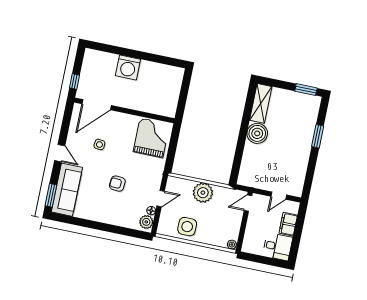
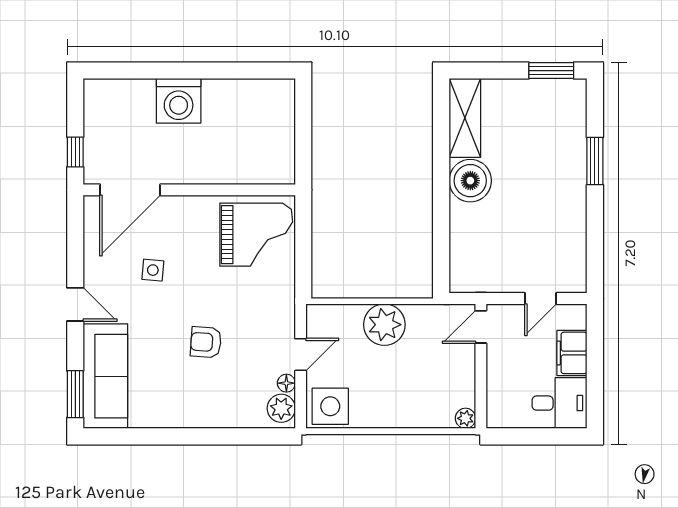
grand piano: (151, 138) -> (256, 235), turned 90
side table: (187, 227) -> (330, 406), moved

